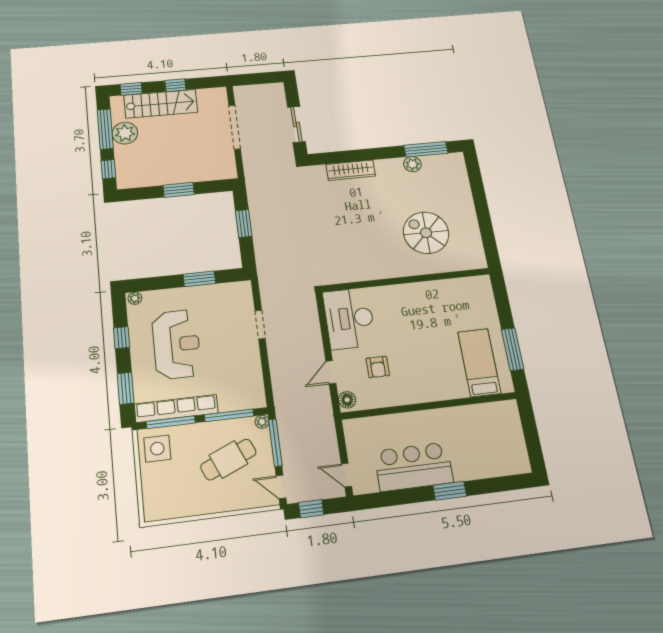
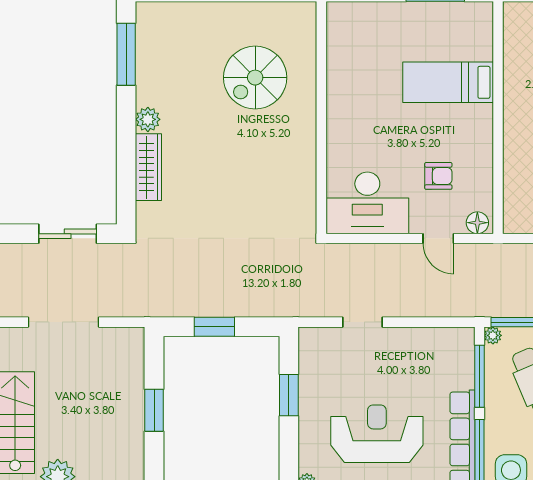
plant: (412, 164) -> (148, 119), moved
bed: (479, 363) -> (448, 82), moved

